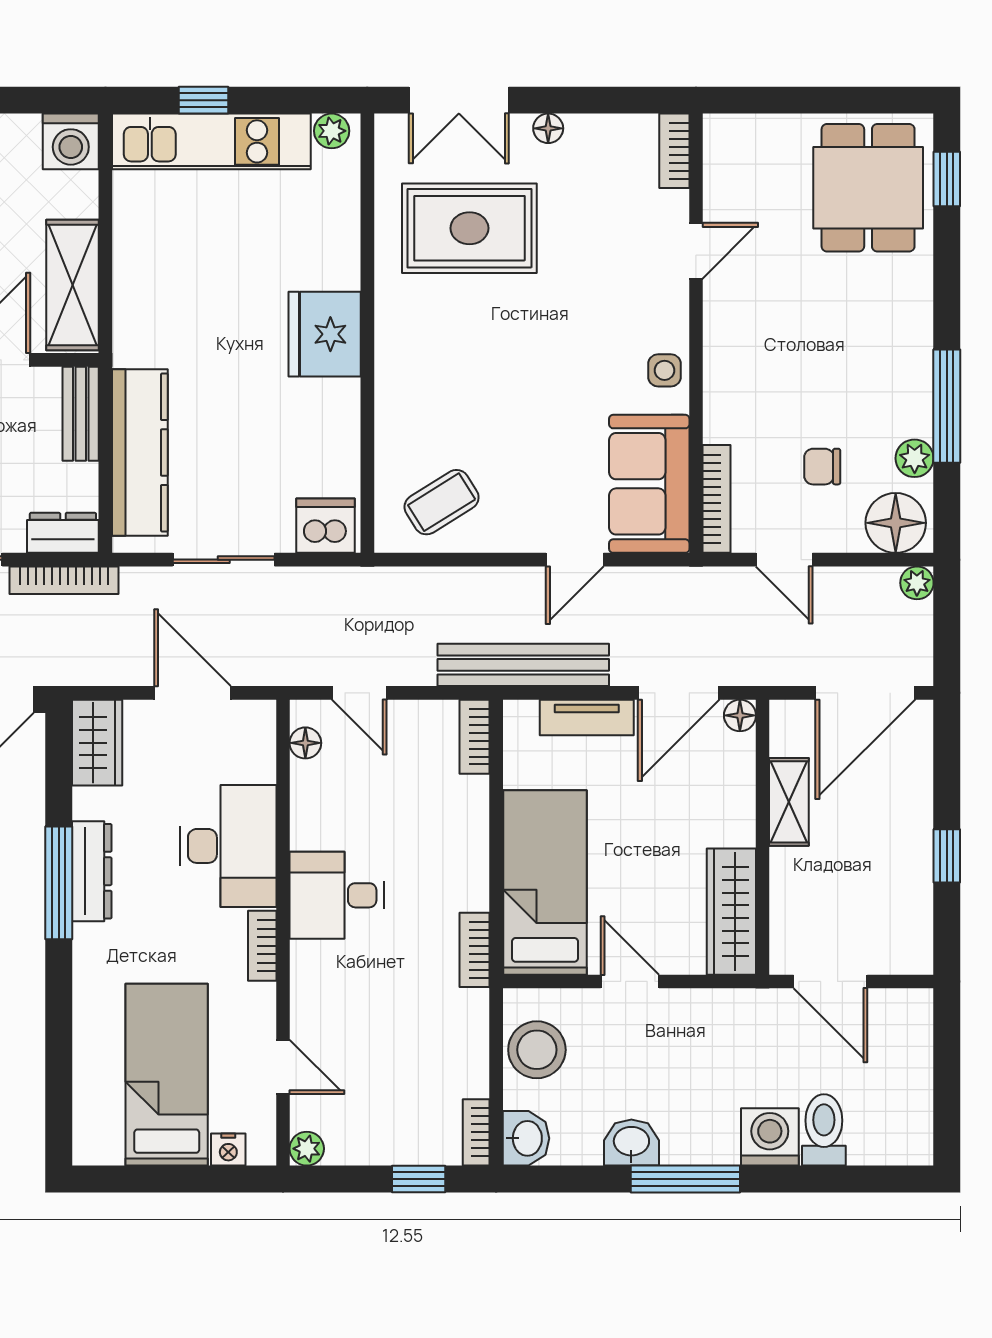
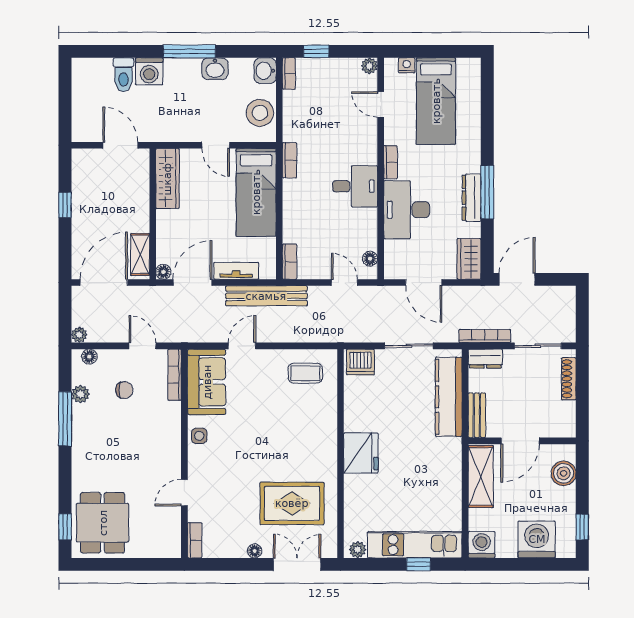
coffee table: (442, 502) -> (305, 373), turned 32
floor lamp: (896, 523) -> (89, 357), width x0.53, depth x0.53
shelving: (789, 802) -> (140, 254), moved

